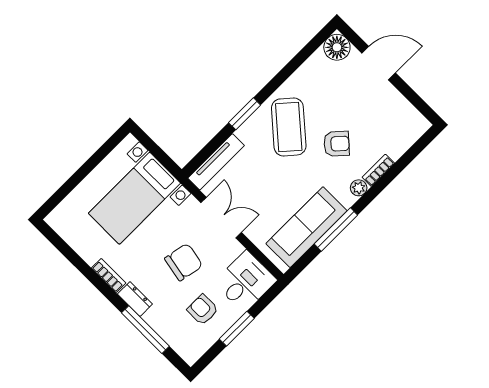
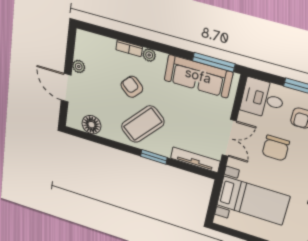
floor lamp: (337, 47) -> (91, 125), moved
plant: (393, 97) -> (79, 66), added
double door: (221, 218) -> (229, 138), swing flipped
window: (336, 229) -> (214, 62), moved
chair: (184, 262) -> (276, 148), turned -101

